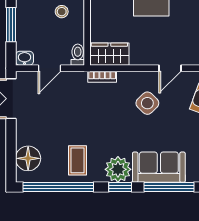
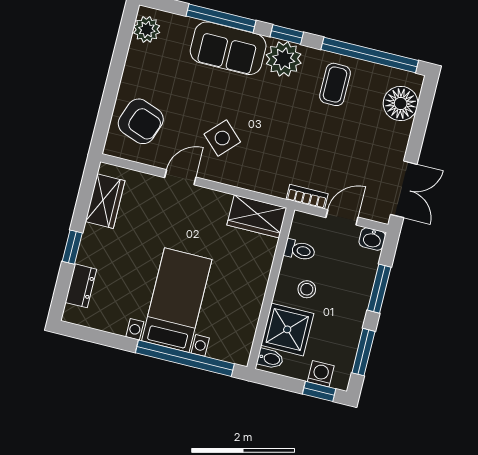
toilet: (78, 55) -> (300, 250), moved, turned -90
bookcase: (102, 77) -> (307, 197), moved

